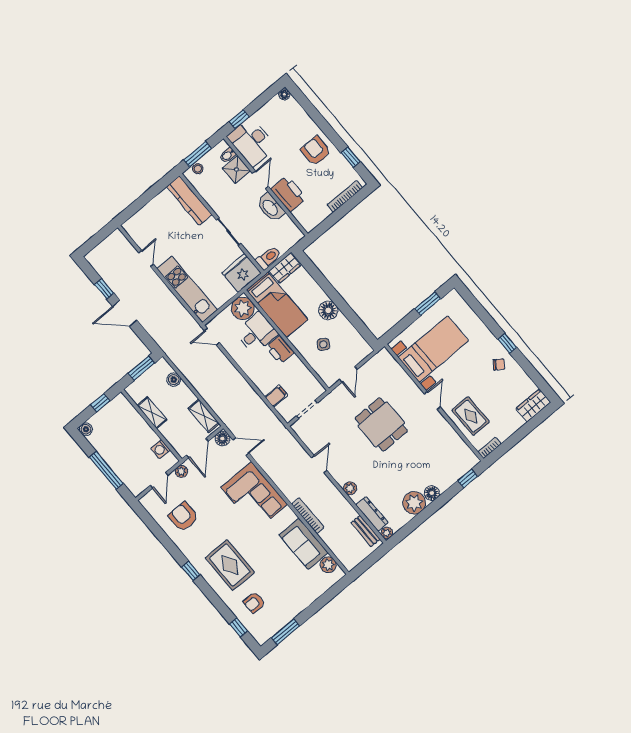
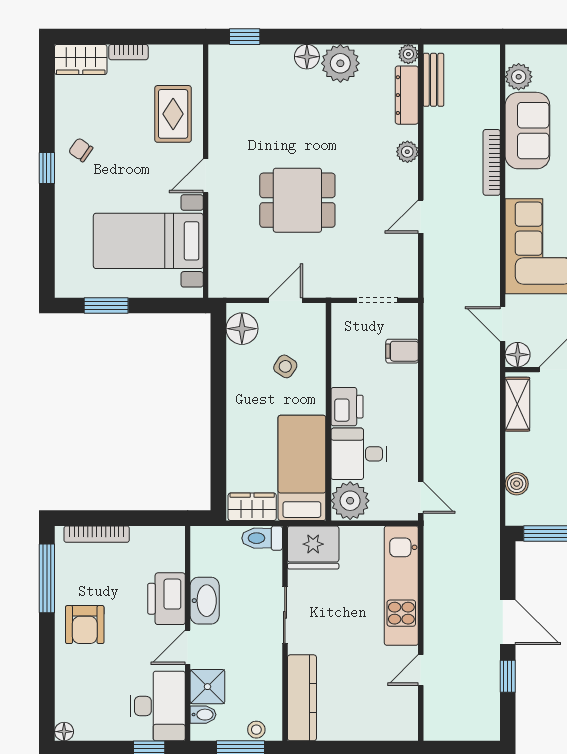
window: (351, 157) -> (47, 578), width x2.17
floor lamp: (328, 310) -> (242, 329), moved
dining table: (381, 424) -> (297, 200), turned 90
bookcase: (489, 448) -> (128, 52), moved

